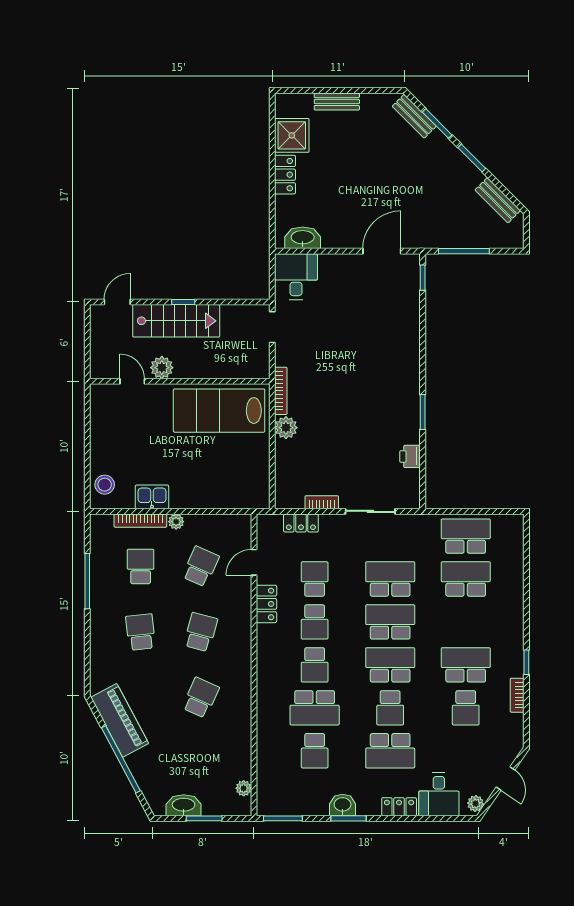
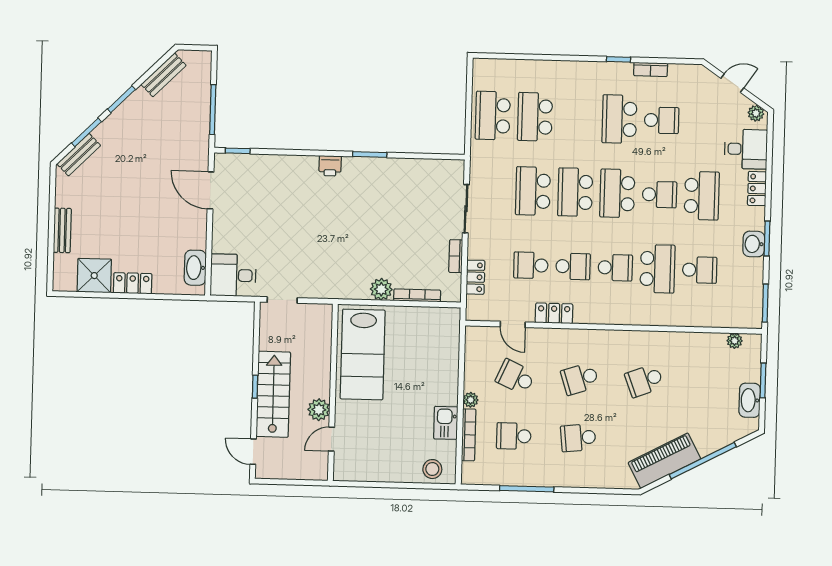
bookcase: (281, 391) -> (417, 295), moved
printer: (410, 456) -> (330, 166), moved
school desk: (201, 632) -> (580, 379), turned -33
school desk: (201, 698) -> (644, 381), turned -45

